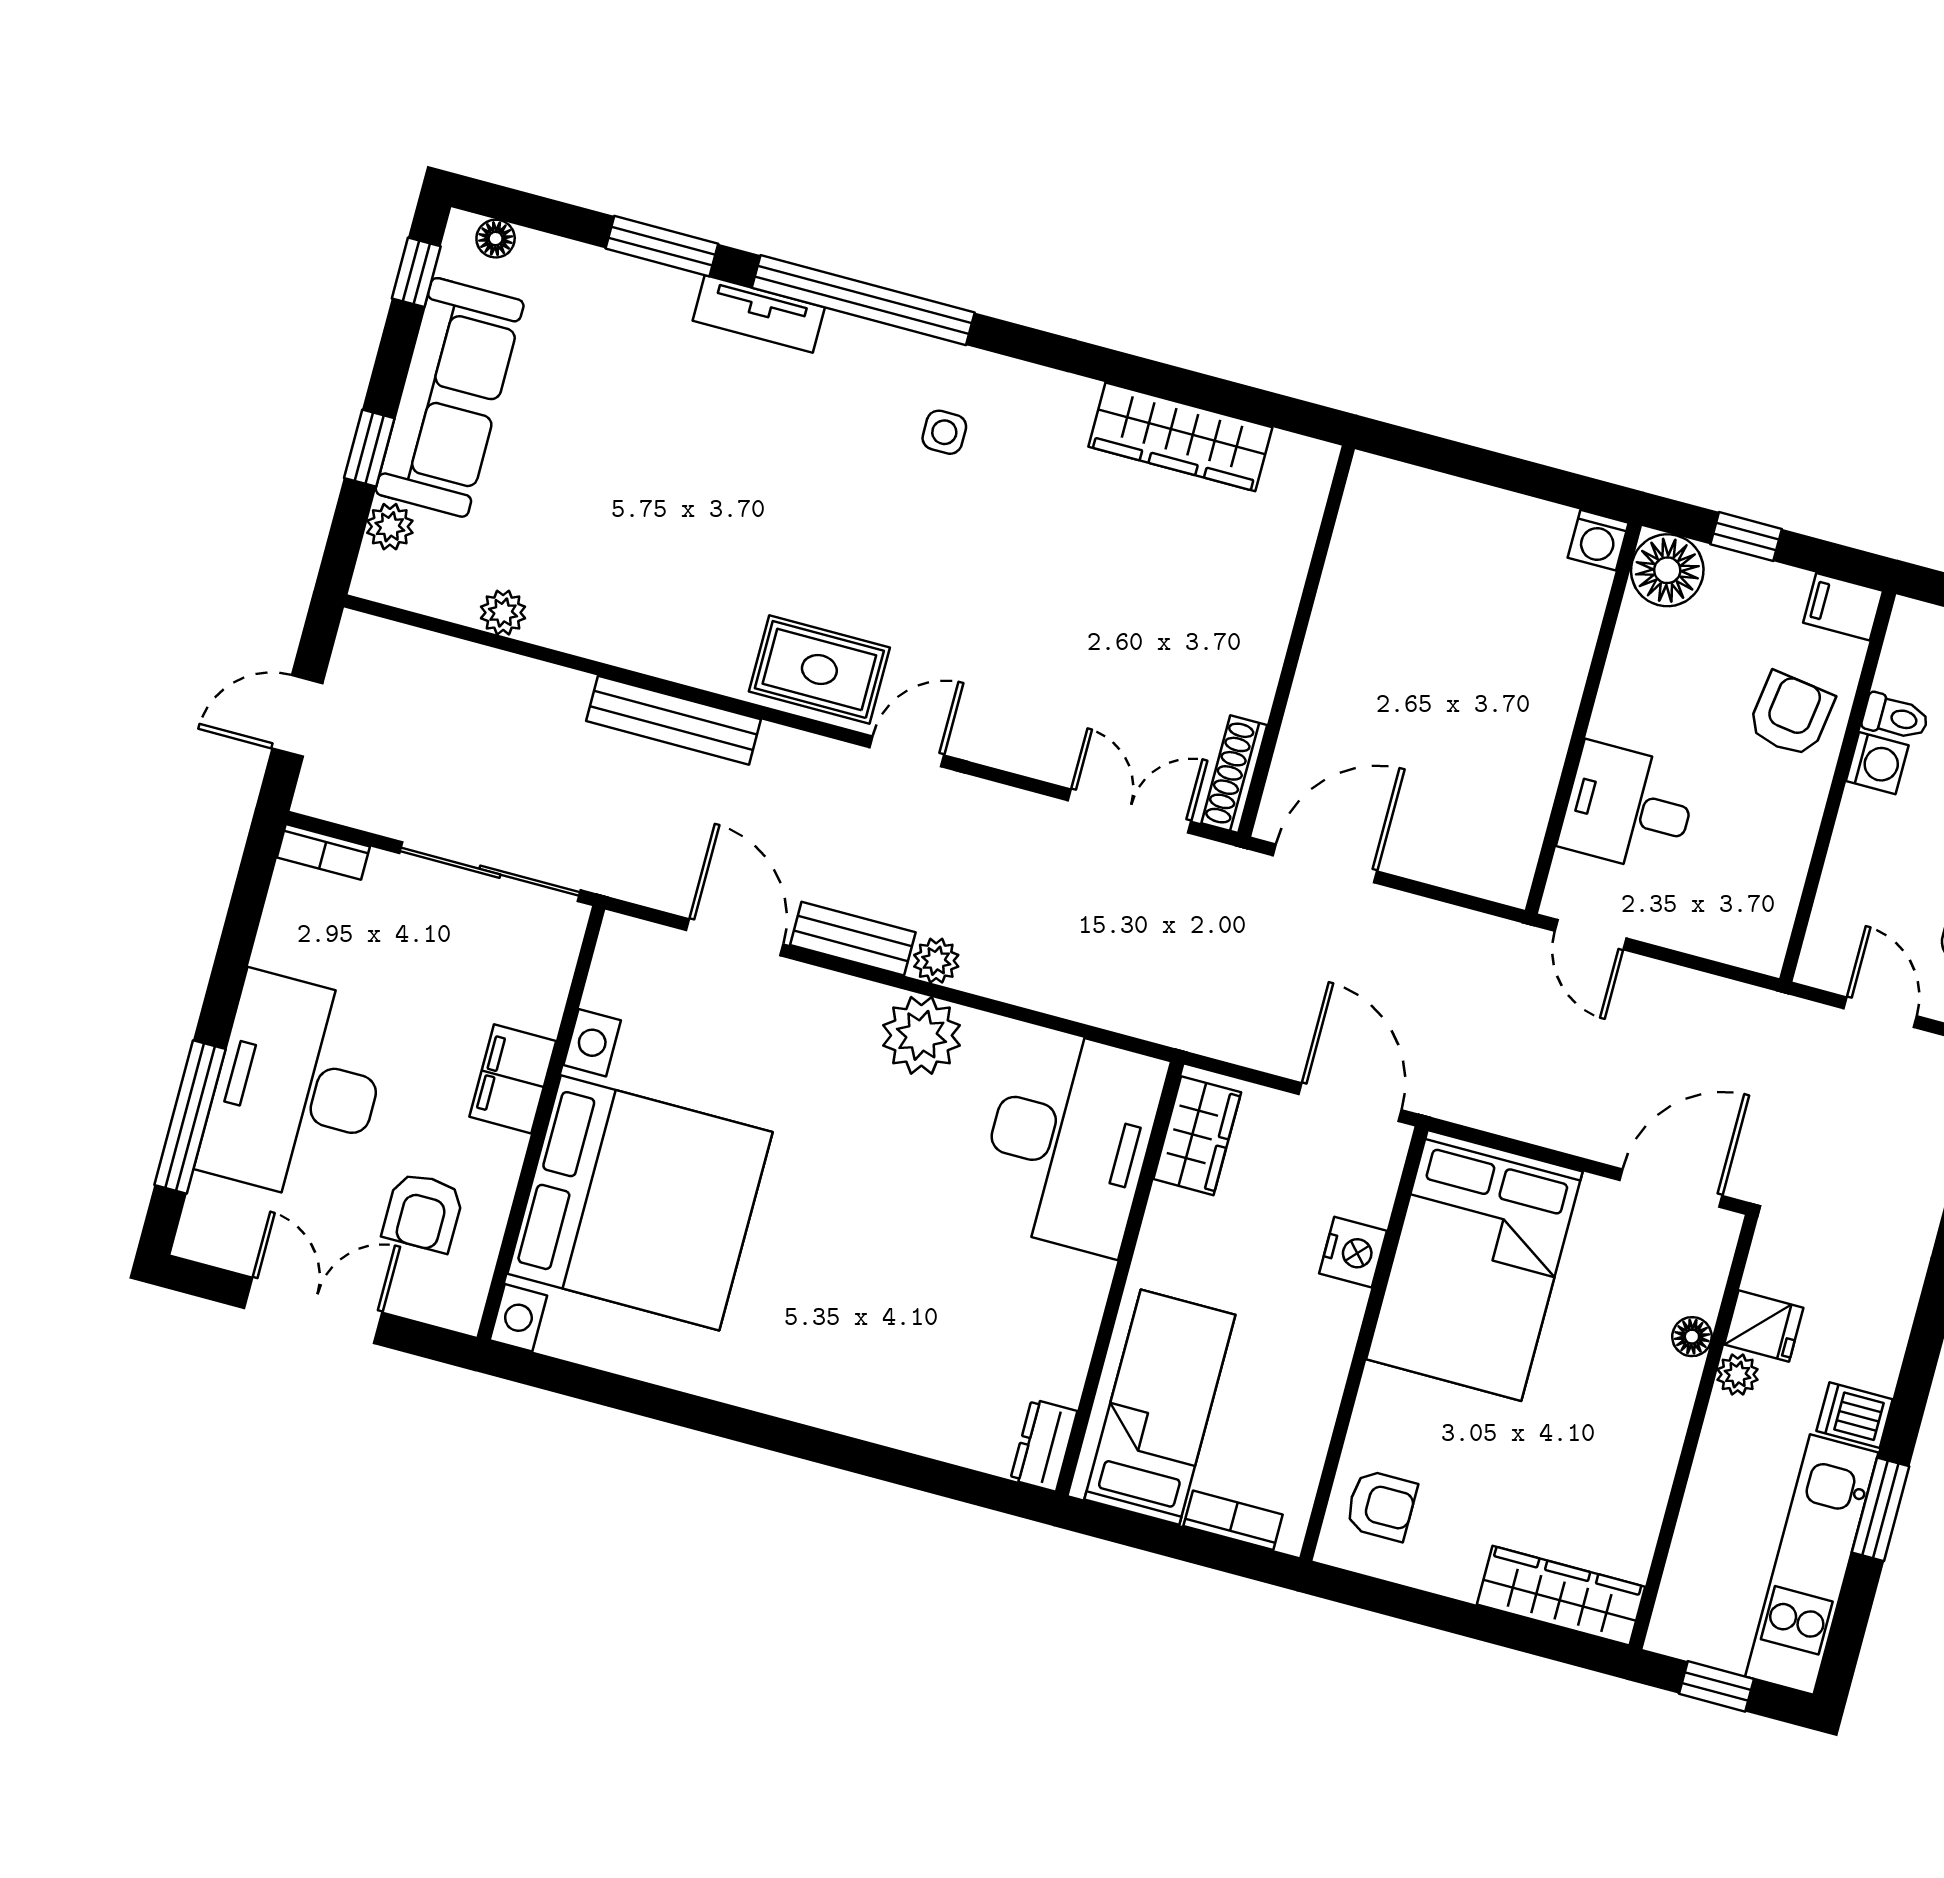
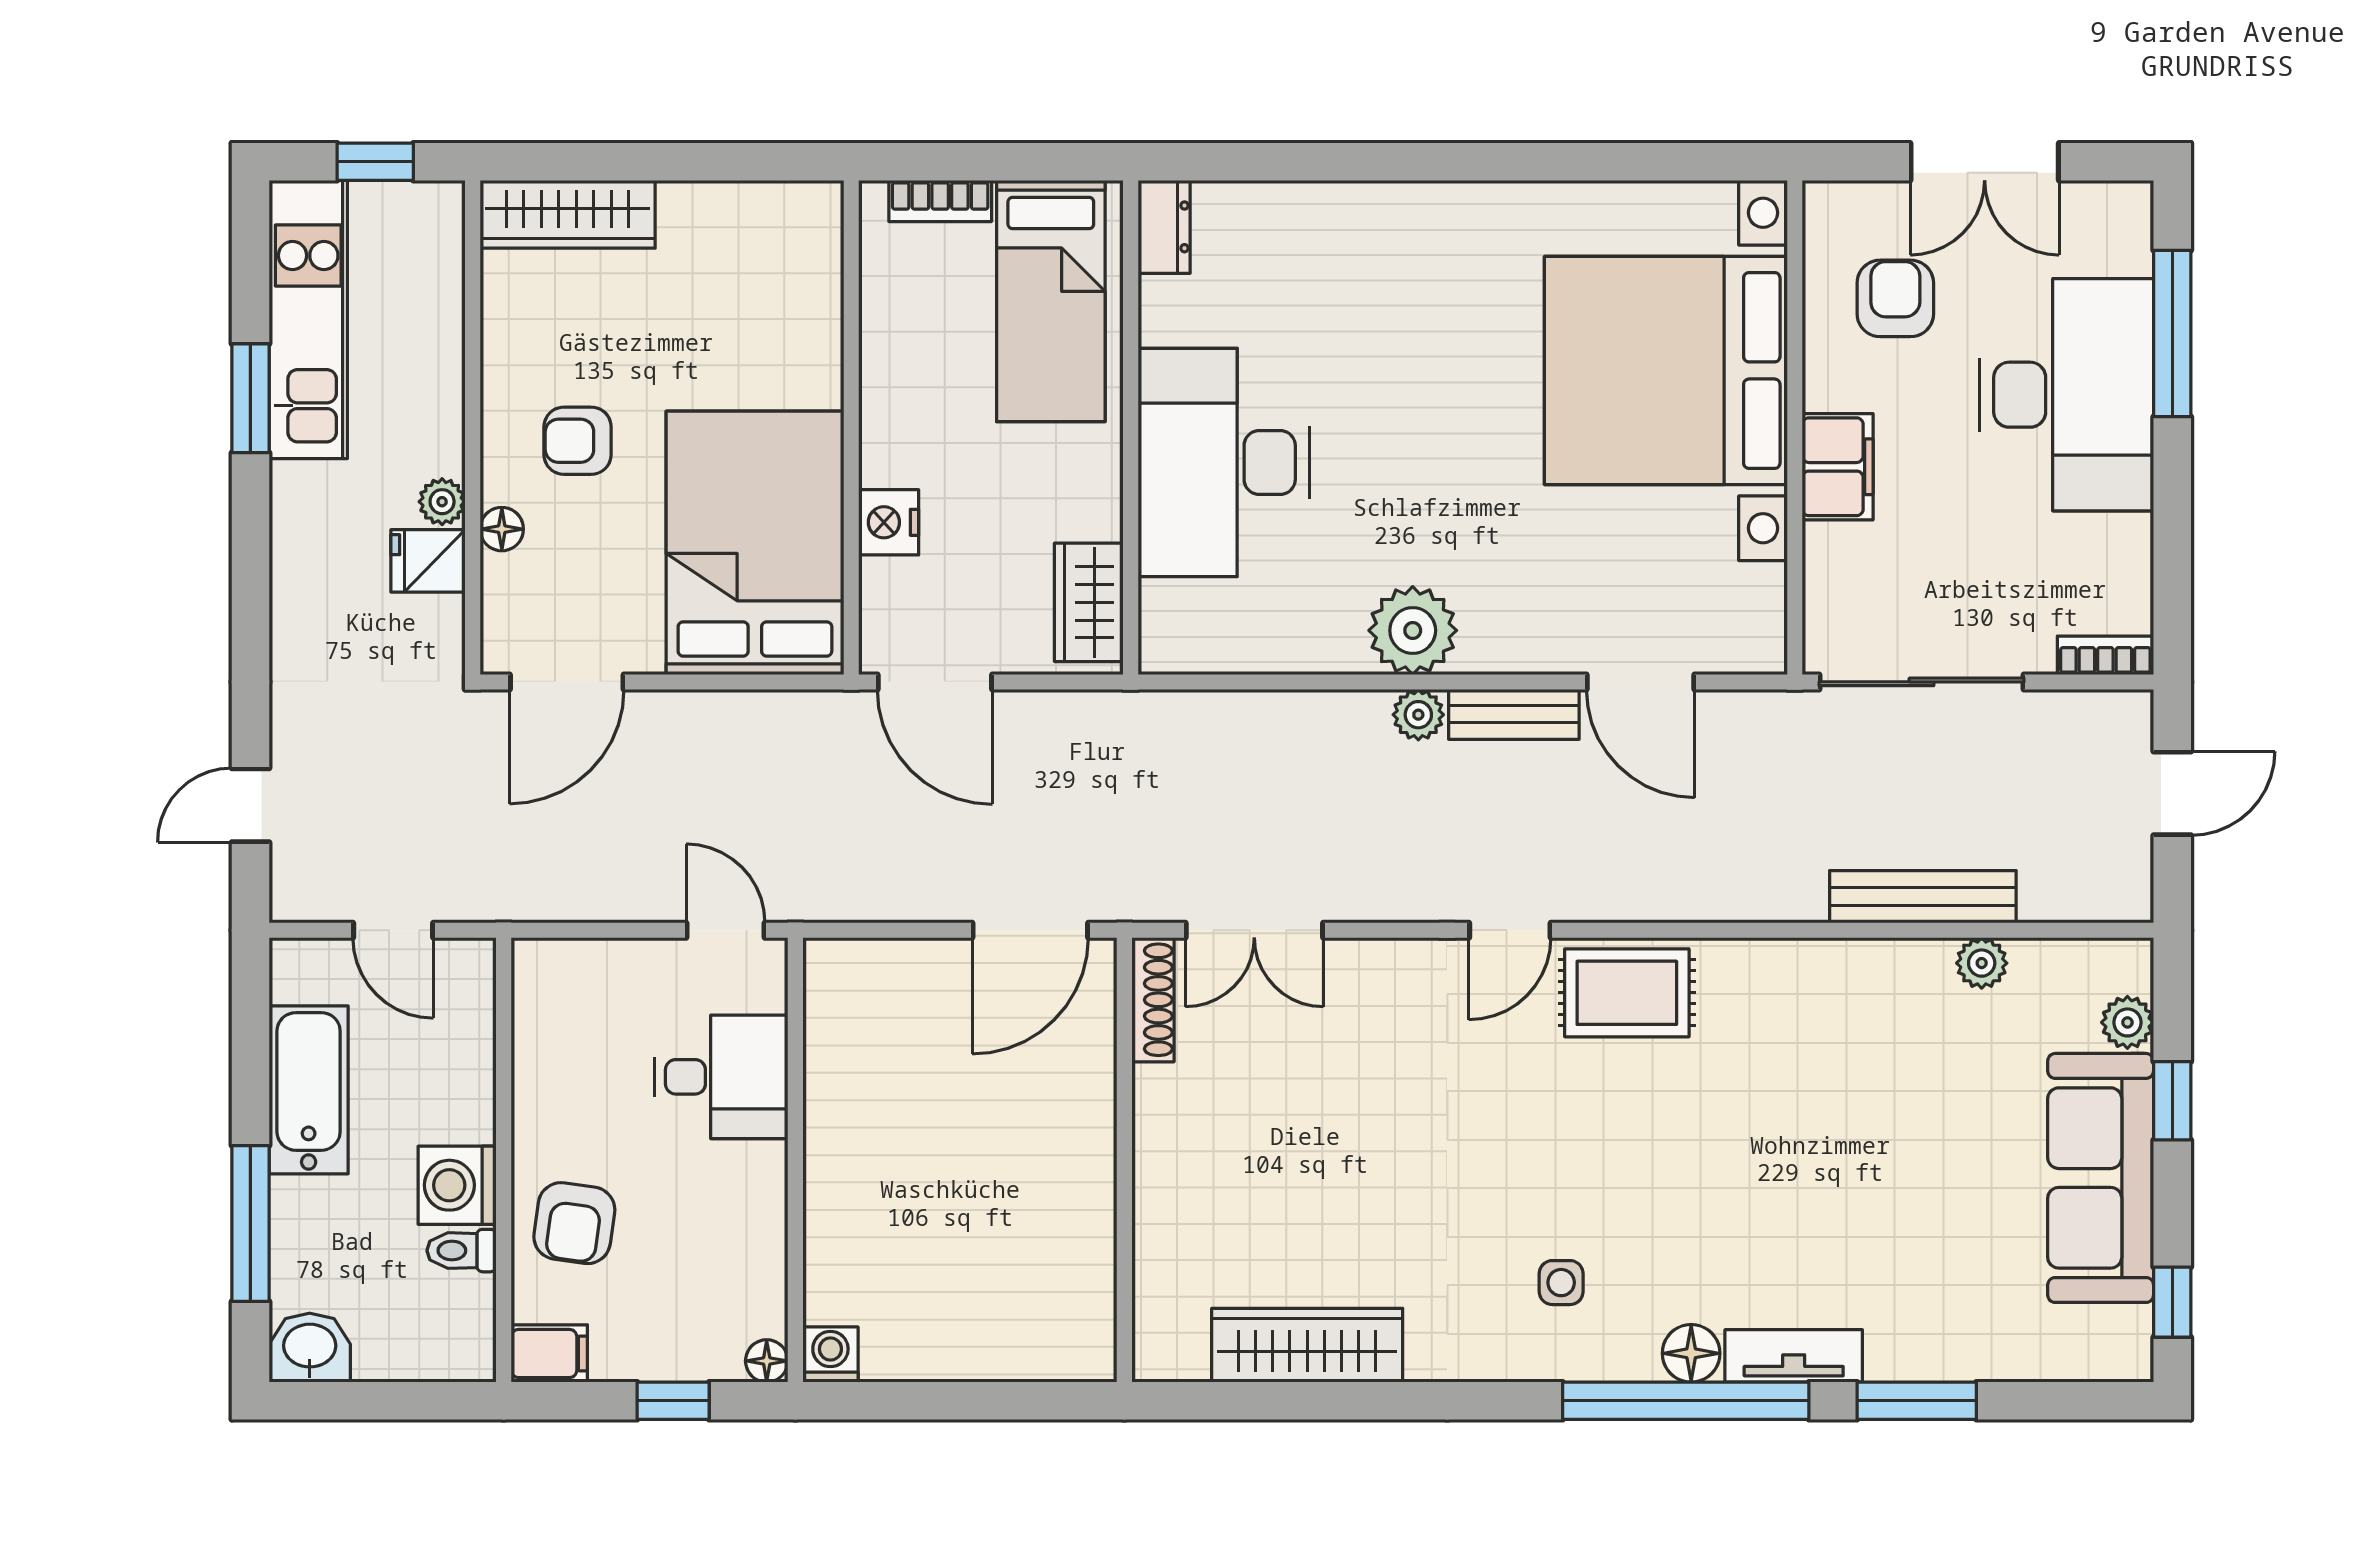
floor lamp: (496, 239) -> (1691, 1353), moved, width x1.37, depth x1.37
floor lamp: (1667, 570) -> (767, 1361), width x0.53, depth x0.53
bench: (673, 720) -> (1923, 897), moved
washing machine: (1877, 763) -> (457, 1185), width x1.38, depth x1.38
desk: (1070, 1141) -> (1224, 462), moved
dishwasher: (1855, 1415) -> (305, 492), removed
armchair: (1381, 1505) -> (578, 441), moved

